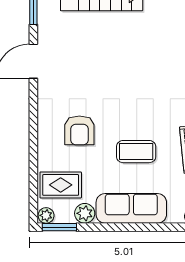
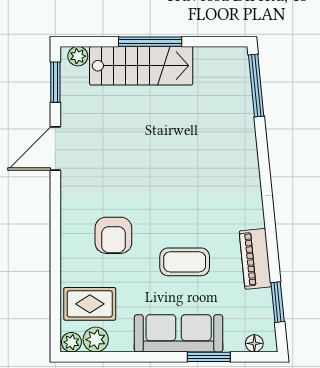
plant: (85, 213) -> (96, 340), moved
window: (59, 227) -> (209, 357), moved

